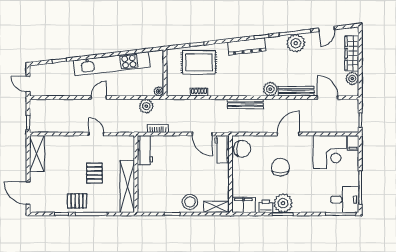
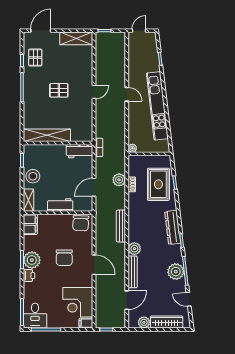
plant: (146, 106) -> (119, 180), moved
workbench: (222, 149) -> (60, 205), moved
workbench: (145, 150) -> (80, 151), moved
chair: (280, 167) -> (64, 258), turned 90
wall: (136, 174) -> (58, 143), moved
shelving: (127, 186) -> (47, 135), moved
pallet: (77, 201) -> (35, 58), moved
printer: (266, 206) -> (29, 276), moved

